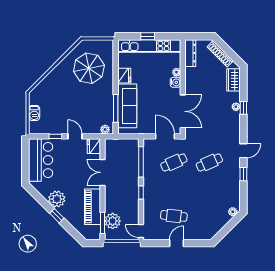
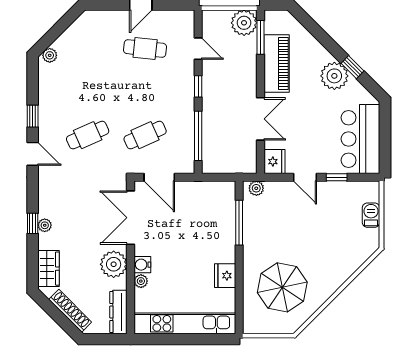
window: (148, 36) -> (187, 339), removed
plant: (193, 83) -> (114, 264), added
sofa: (127, 106) -> (220, 226), removed
door: (243, 151) -> (33, 154), swing flipped
window: (57, 216) -> (353, 67), moved
plant: (113, 221) -> (244, 23), moved
door: (141, 231) -> (198, 49), moved

